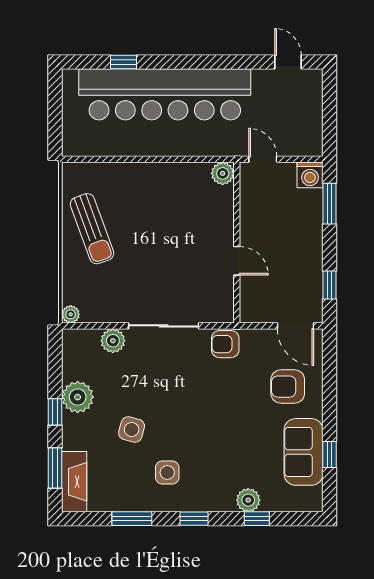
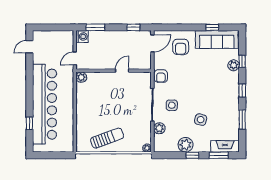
sofa: (304, 452) -> (217, 40), width x1.36
side table: (167, 472) -> (172, 105), moved

